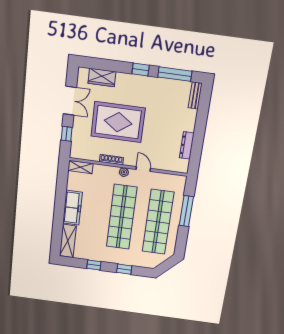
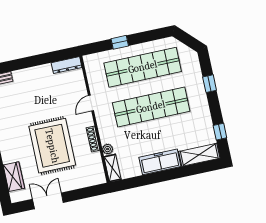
window: (67, 134) -> (83, 193), removed
dresser: (187, 145) -> (67, 65), moved
plant: (124, 172) -> (108, 149), moved
window: (186, 211) -> (120, 42), width x0.46
window: (94, 265) -> (220, 132), moved

